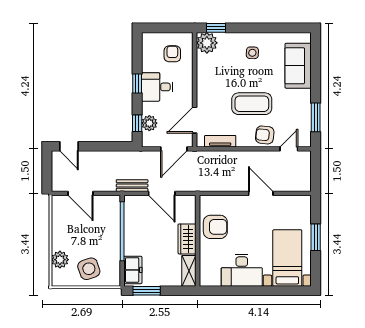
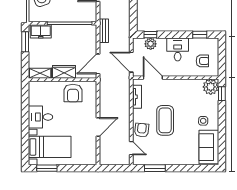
sofa: (298, 66) -> (209, 147), moved, turned -90
window: (137, 84) -> (200, 35), moved
door: (162, 193) -> (98, 64), moved
window: (316, 237) -> (47, 168), moved
desk: (242, 270) -> (41, 117), width x0.73

